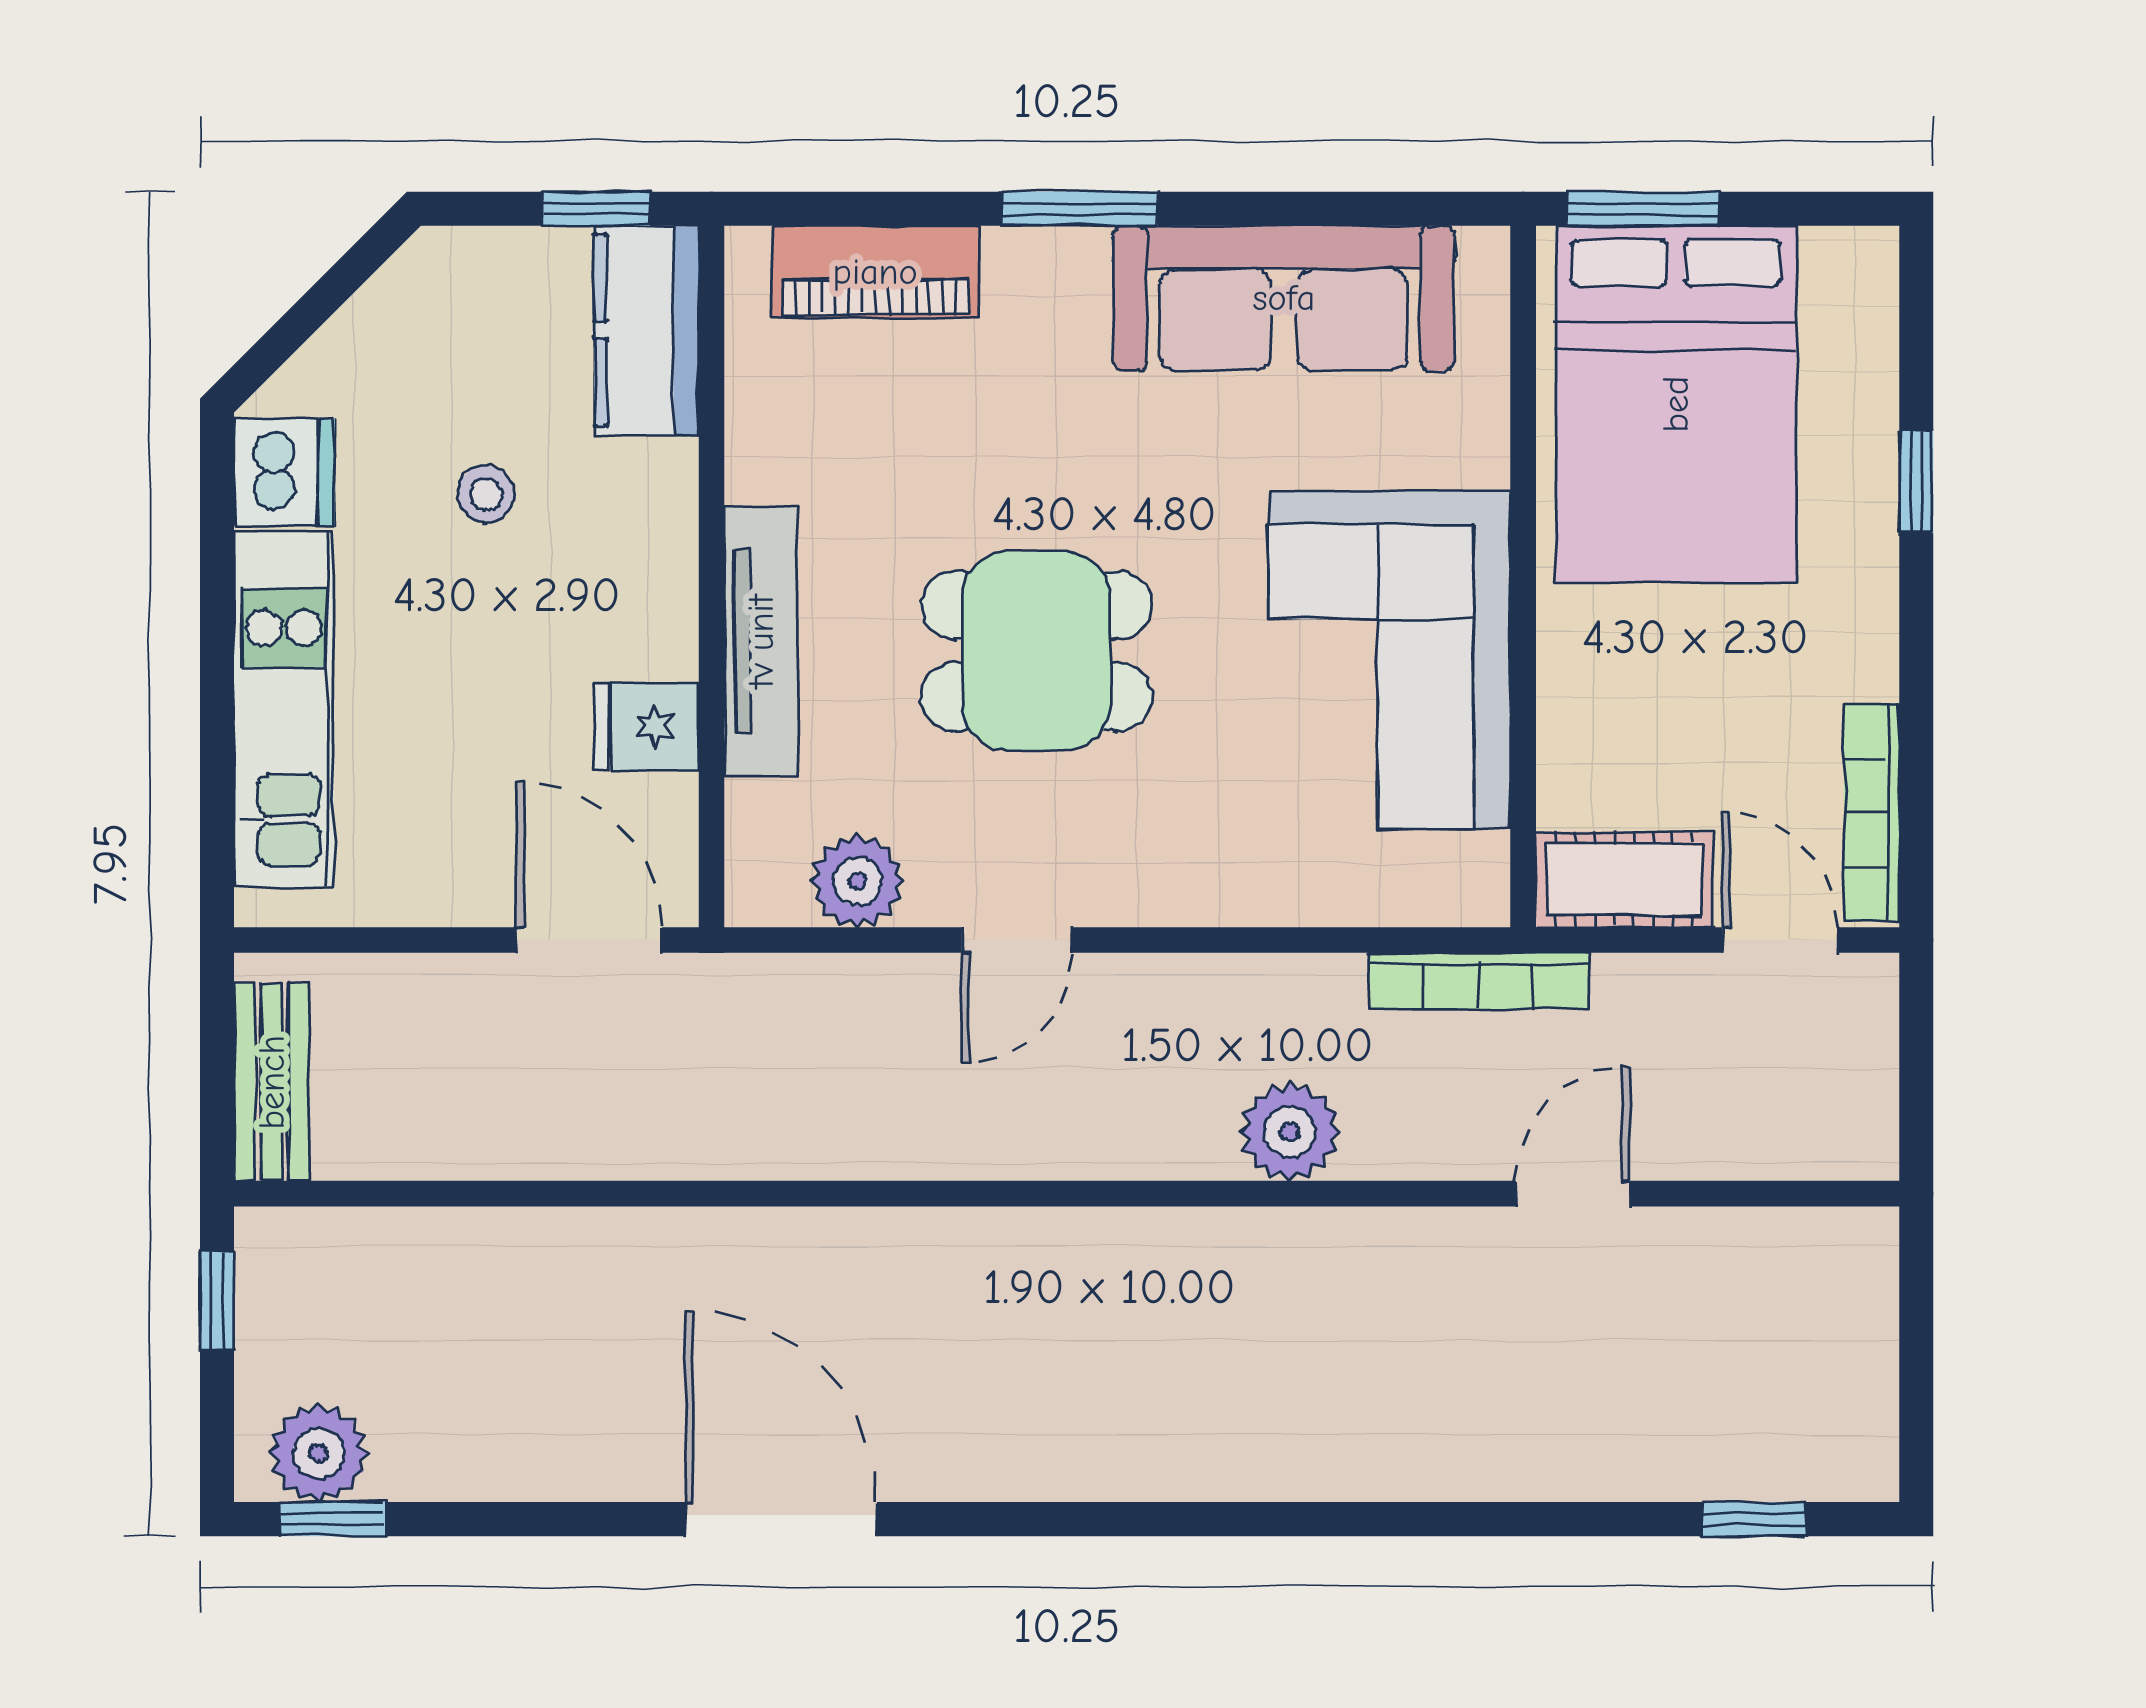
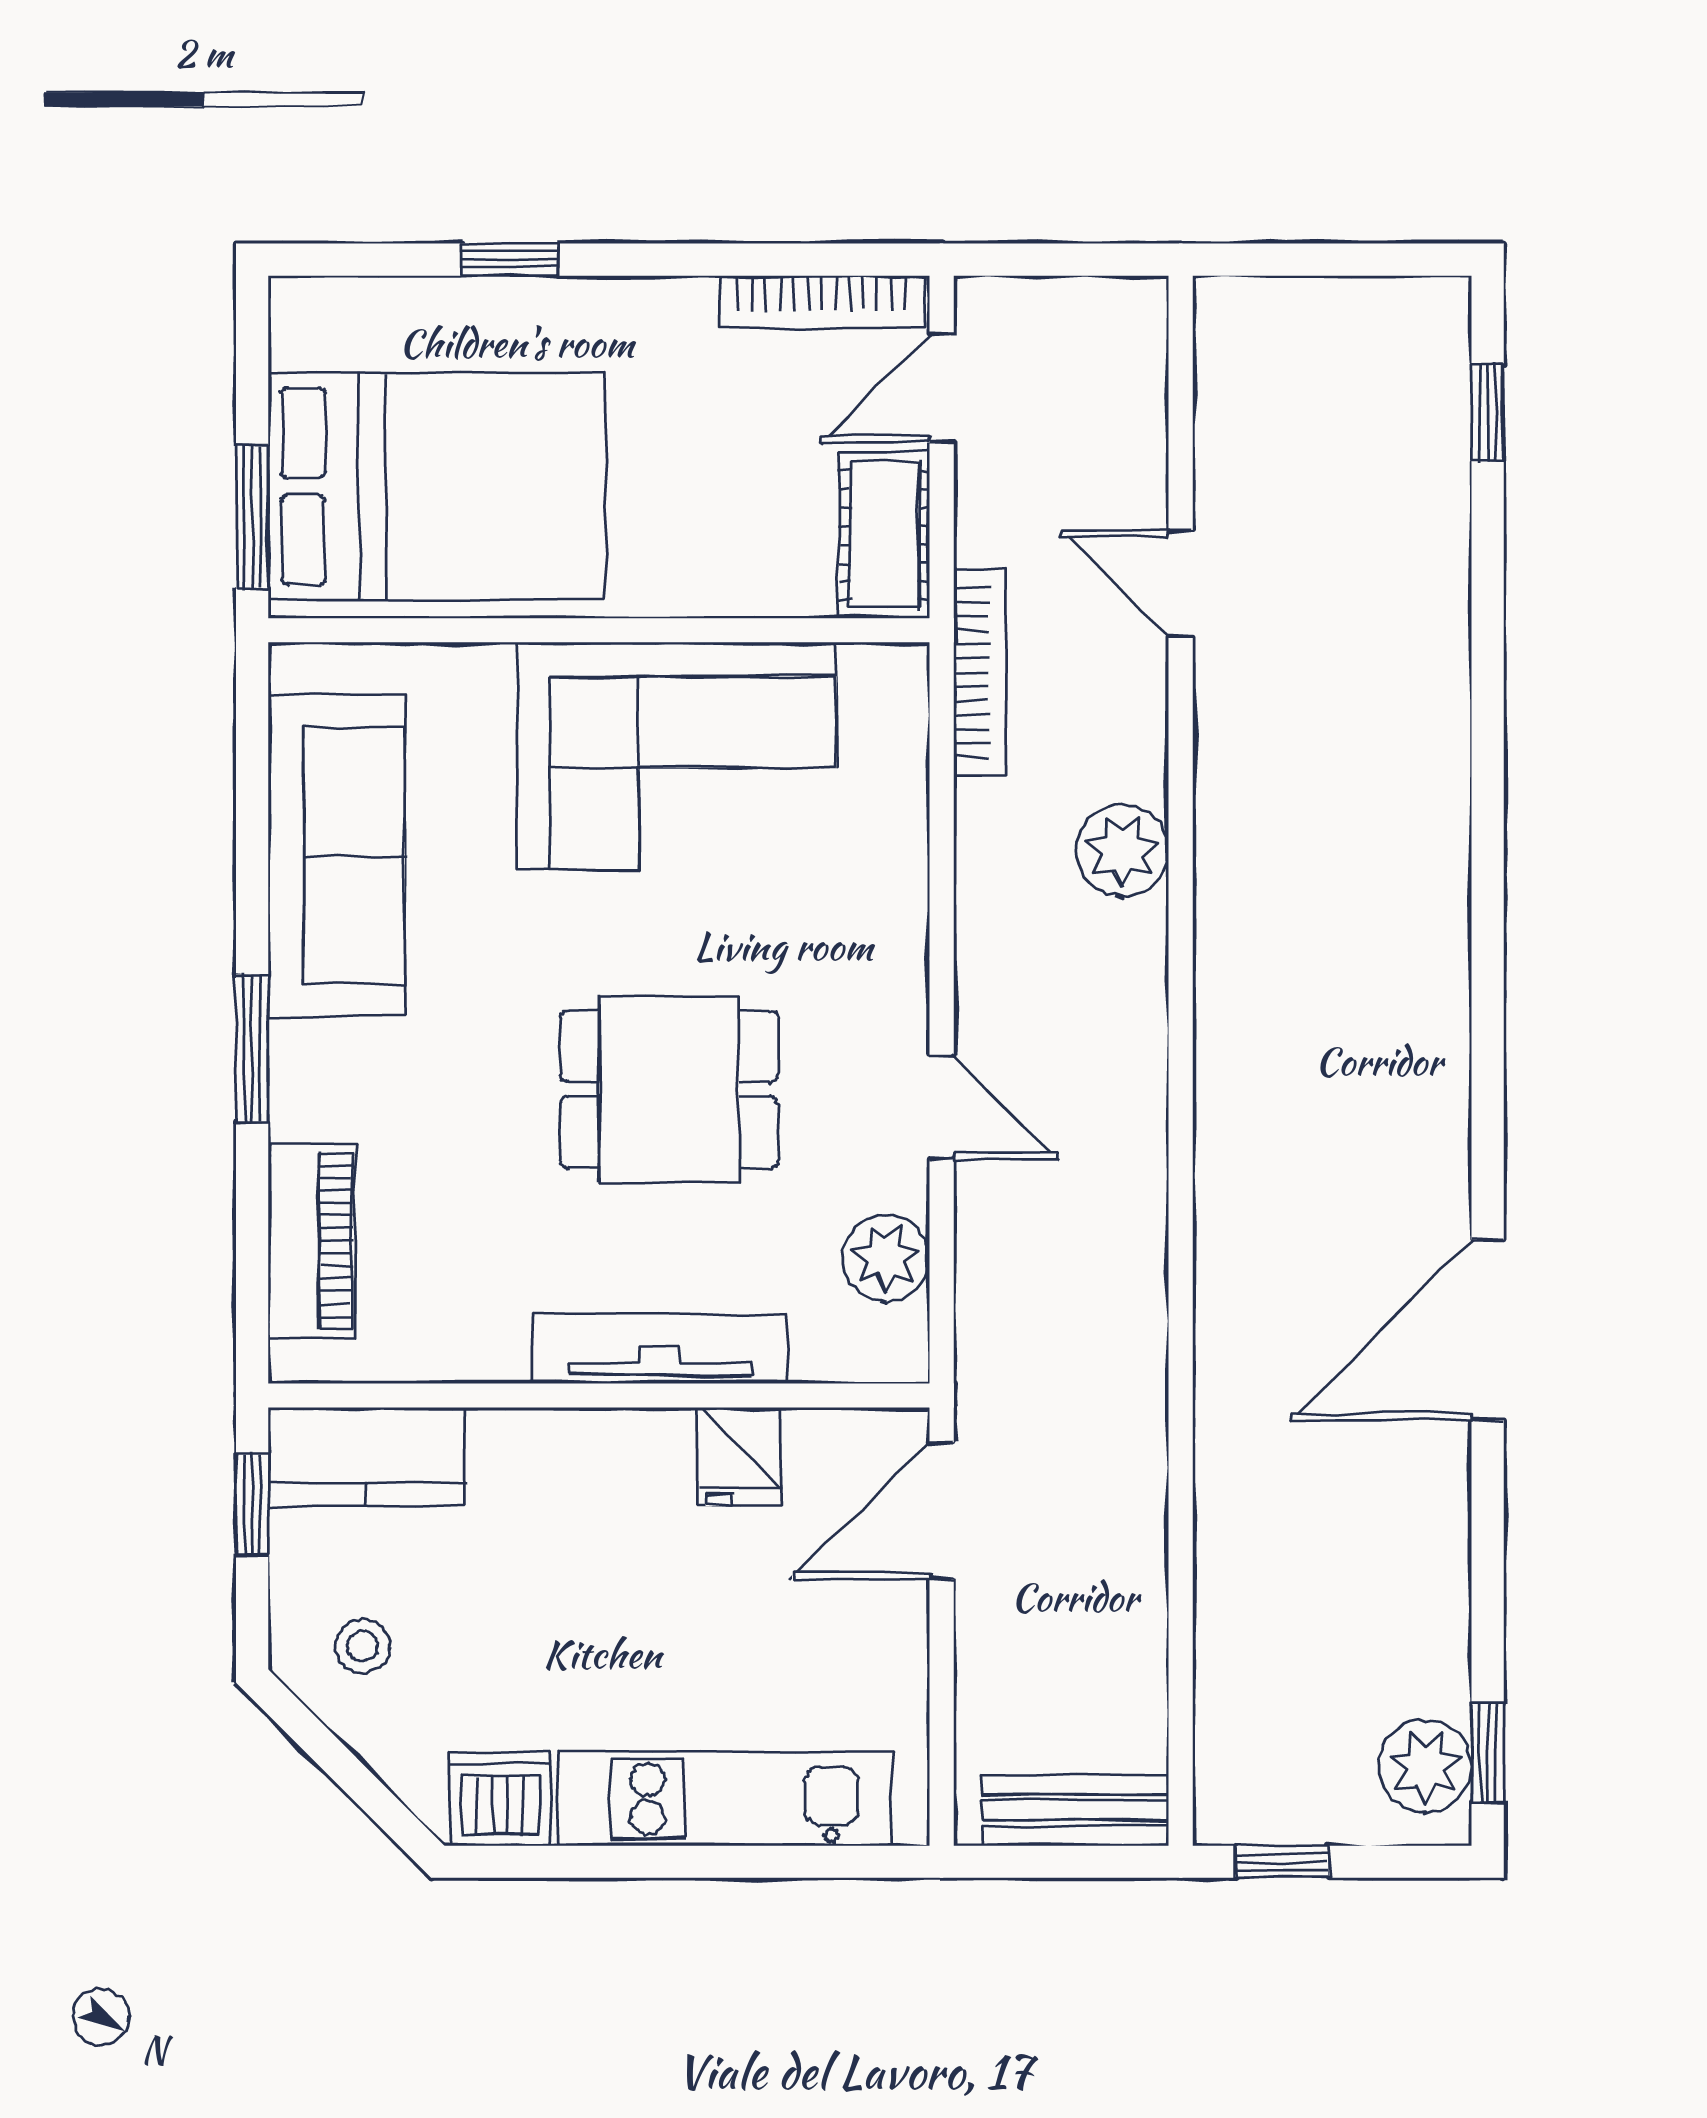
stool: (486, 494) -> (363, 1646), moved
dining table: (1036, 651) -> (669, 1089), turned 90

